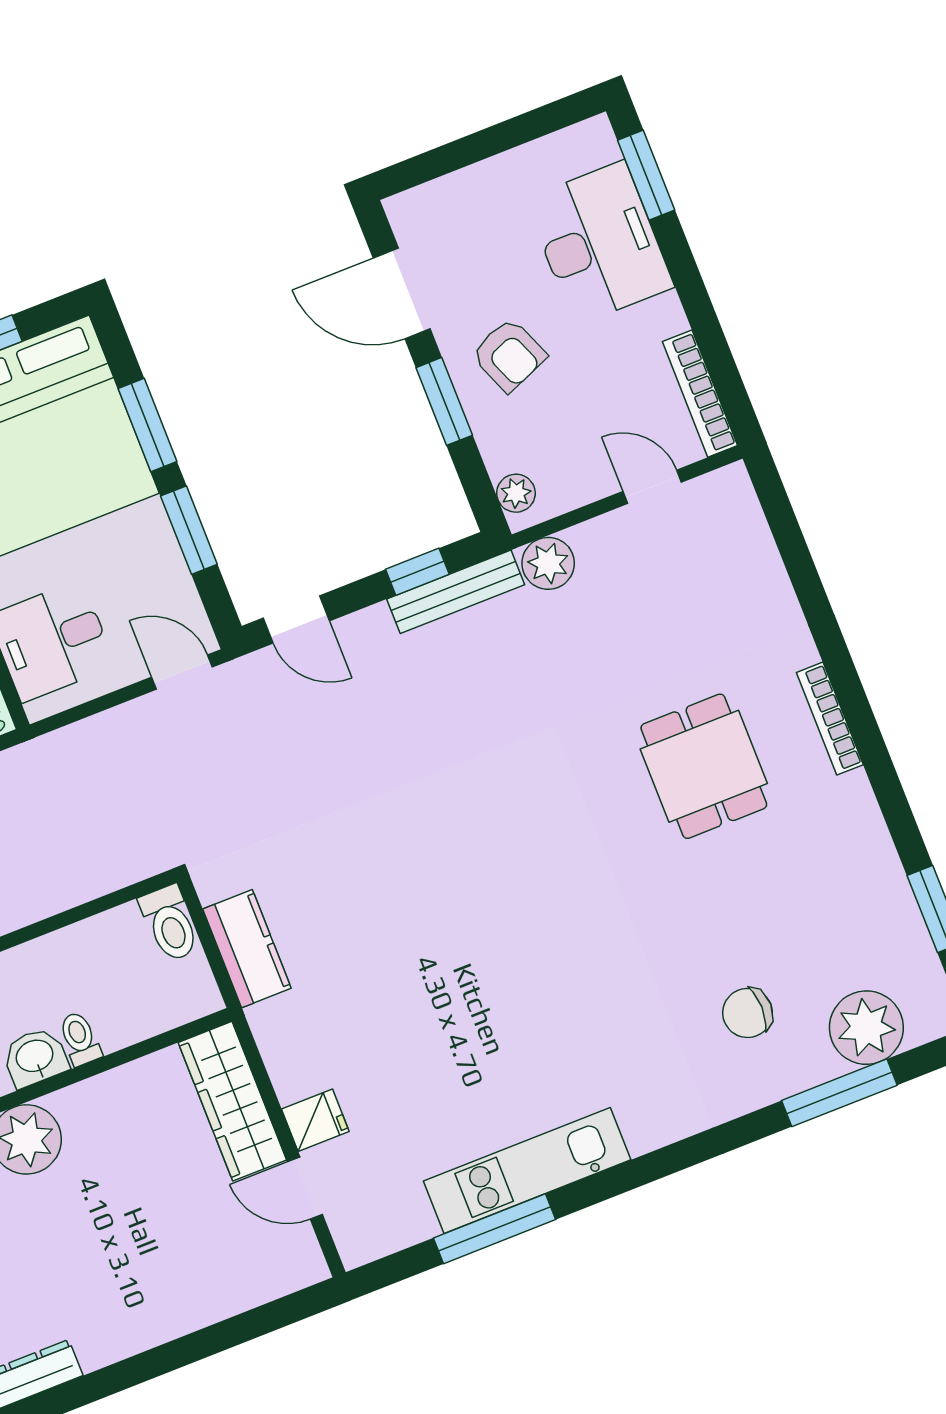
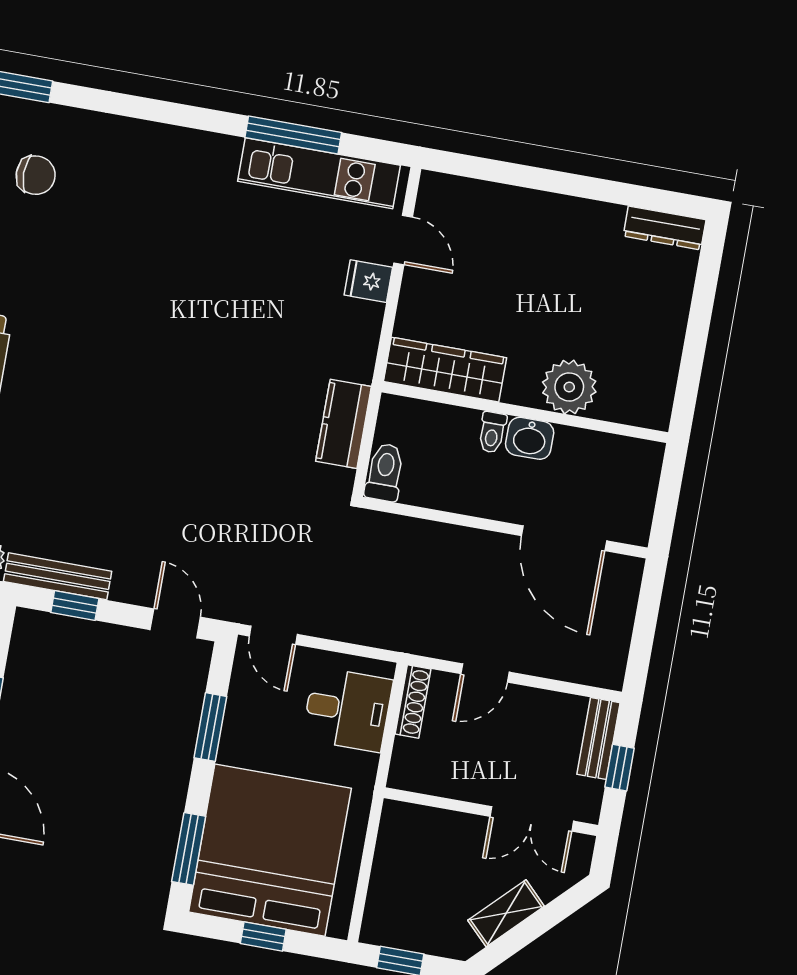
window: (147, 425) -> (189, 849), moved
wardrobe: (232, 1101) -> (445, 370), moved, turned -90
kitchen unit: (527, 1170) -> (319, 173), moved

